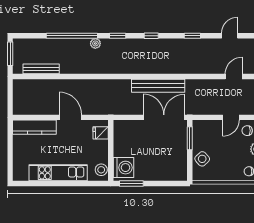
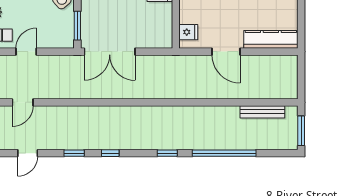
window: (151, 36) -> (110, 153), moved
plant: (95, 43) -> (195, 144), removed
bench: (158, 86) -> (117, 91), removed

